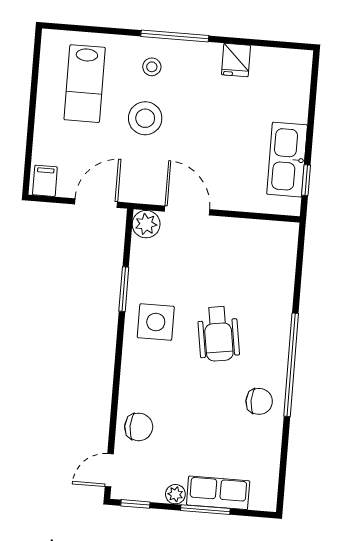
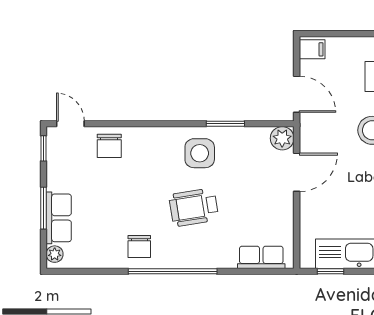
row of seats: (283, 260) -> (261, 257), added
plant: (175, 494) -> (55, 254), moved

